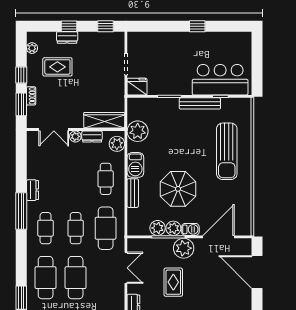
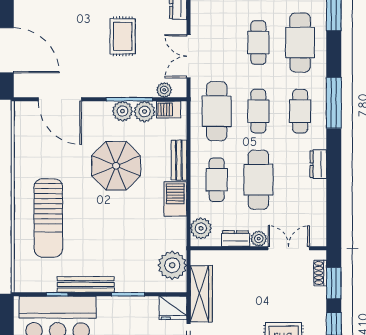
shoe rack: (31, 96) -> (320, 273), moved
wardrobe: (104, 120) -> (201, 294), moved, turned -90
plant: (138, 131) -> (172, 265), moved
sun lounger: (227, 151) -> (48, 218), turned 180
cafe table: (76, 179) -> (258, 180), added
window: (21, 211) -> (334, 103), moved
barbecue: (190, 229) -> (169, 110), moved
door: (218, 237) -> (60, 99), hinge flipped
plant: (184, 248) -> (164, 90), moved, width x0.53, depth x0.53
cafe table: (76, 278) -> (258, 43), width x0.73, depth x0.74

